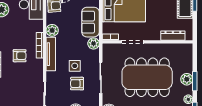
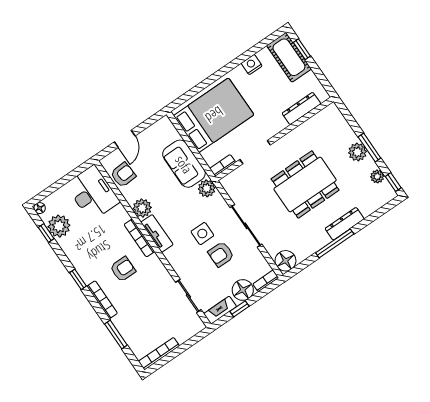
tv unit: (51, 54) -> (157, 233), width x0.71
dining table: (147, 77) -> (305, 184), width x0.73, depth x0.80

